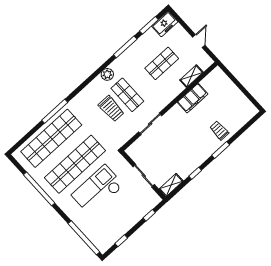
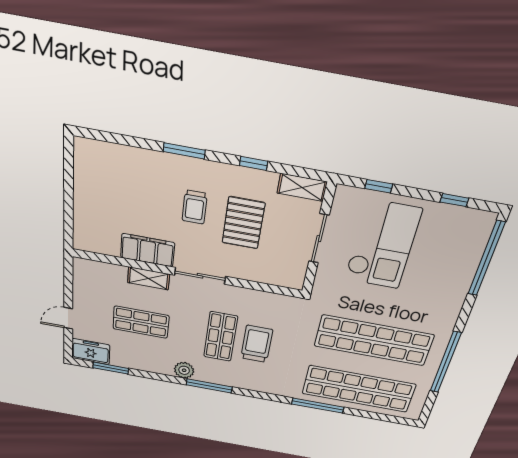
door: (199, 41) -> (68, 318), moved
window: (125, 47) -> (209, 386), moved
plant: (107, 74) -> (184, 370), moved
shelving: (191, 76) -> (149, 278), moved
sliding door: (150, 124) -> (200, 276), moved
trolley: (219, 130) -> (195, 207), moved
pallet: (174, 150) -> (243, 223), added
checkout: (98, 190) -> (382, 245), moved, turned -90

